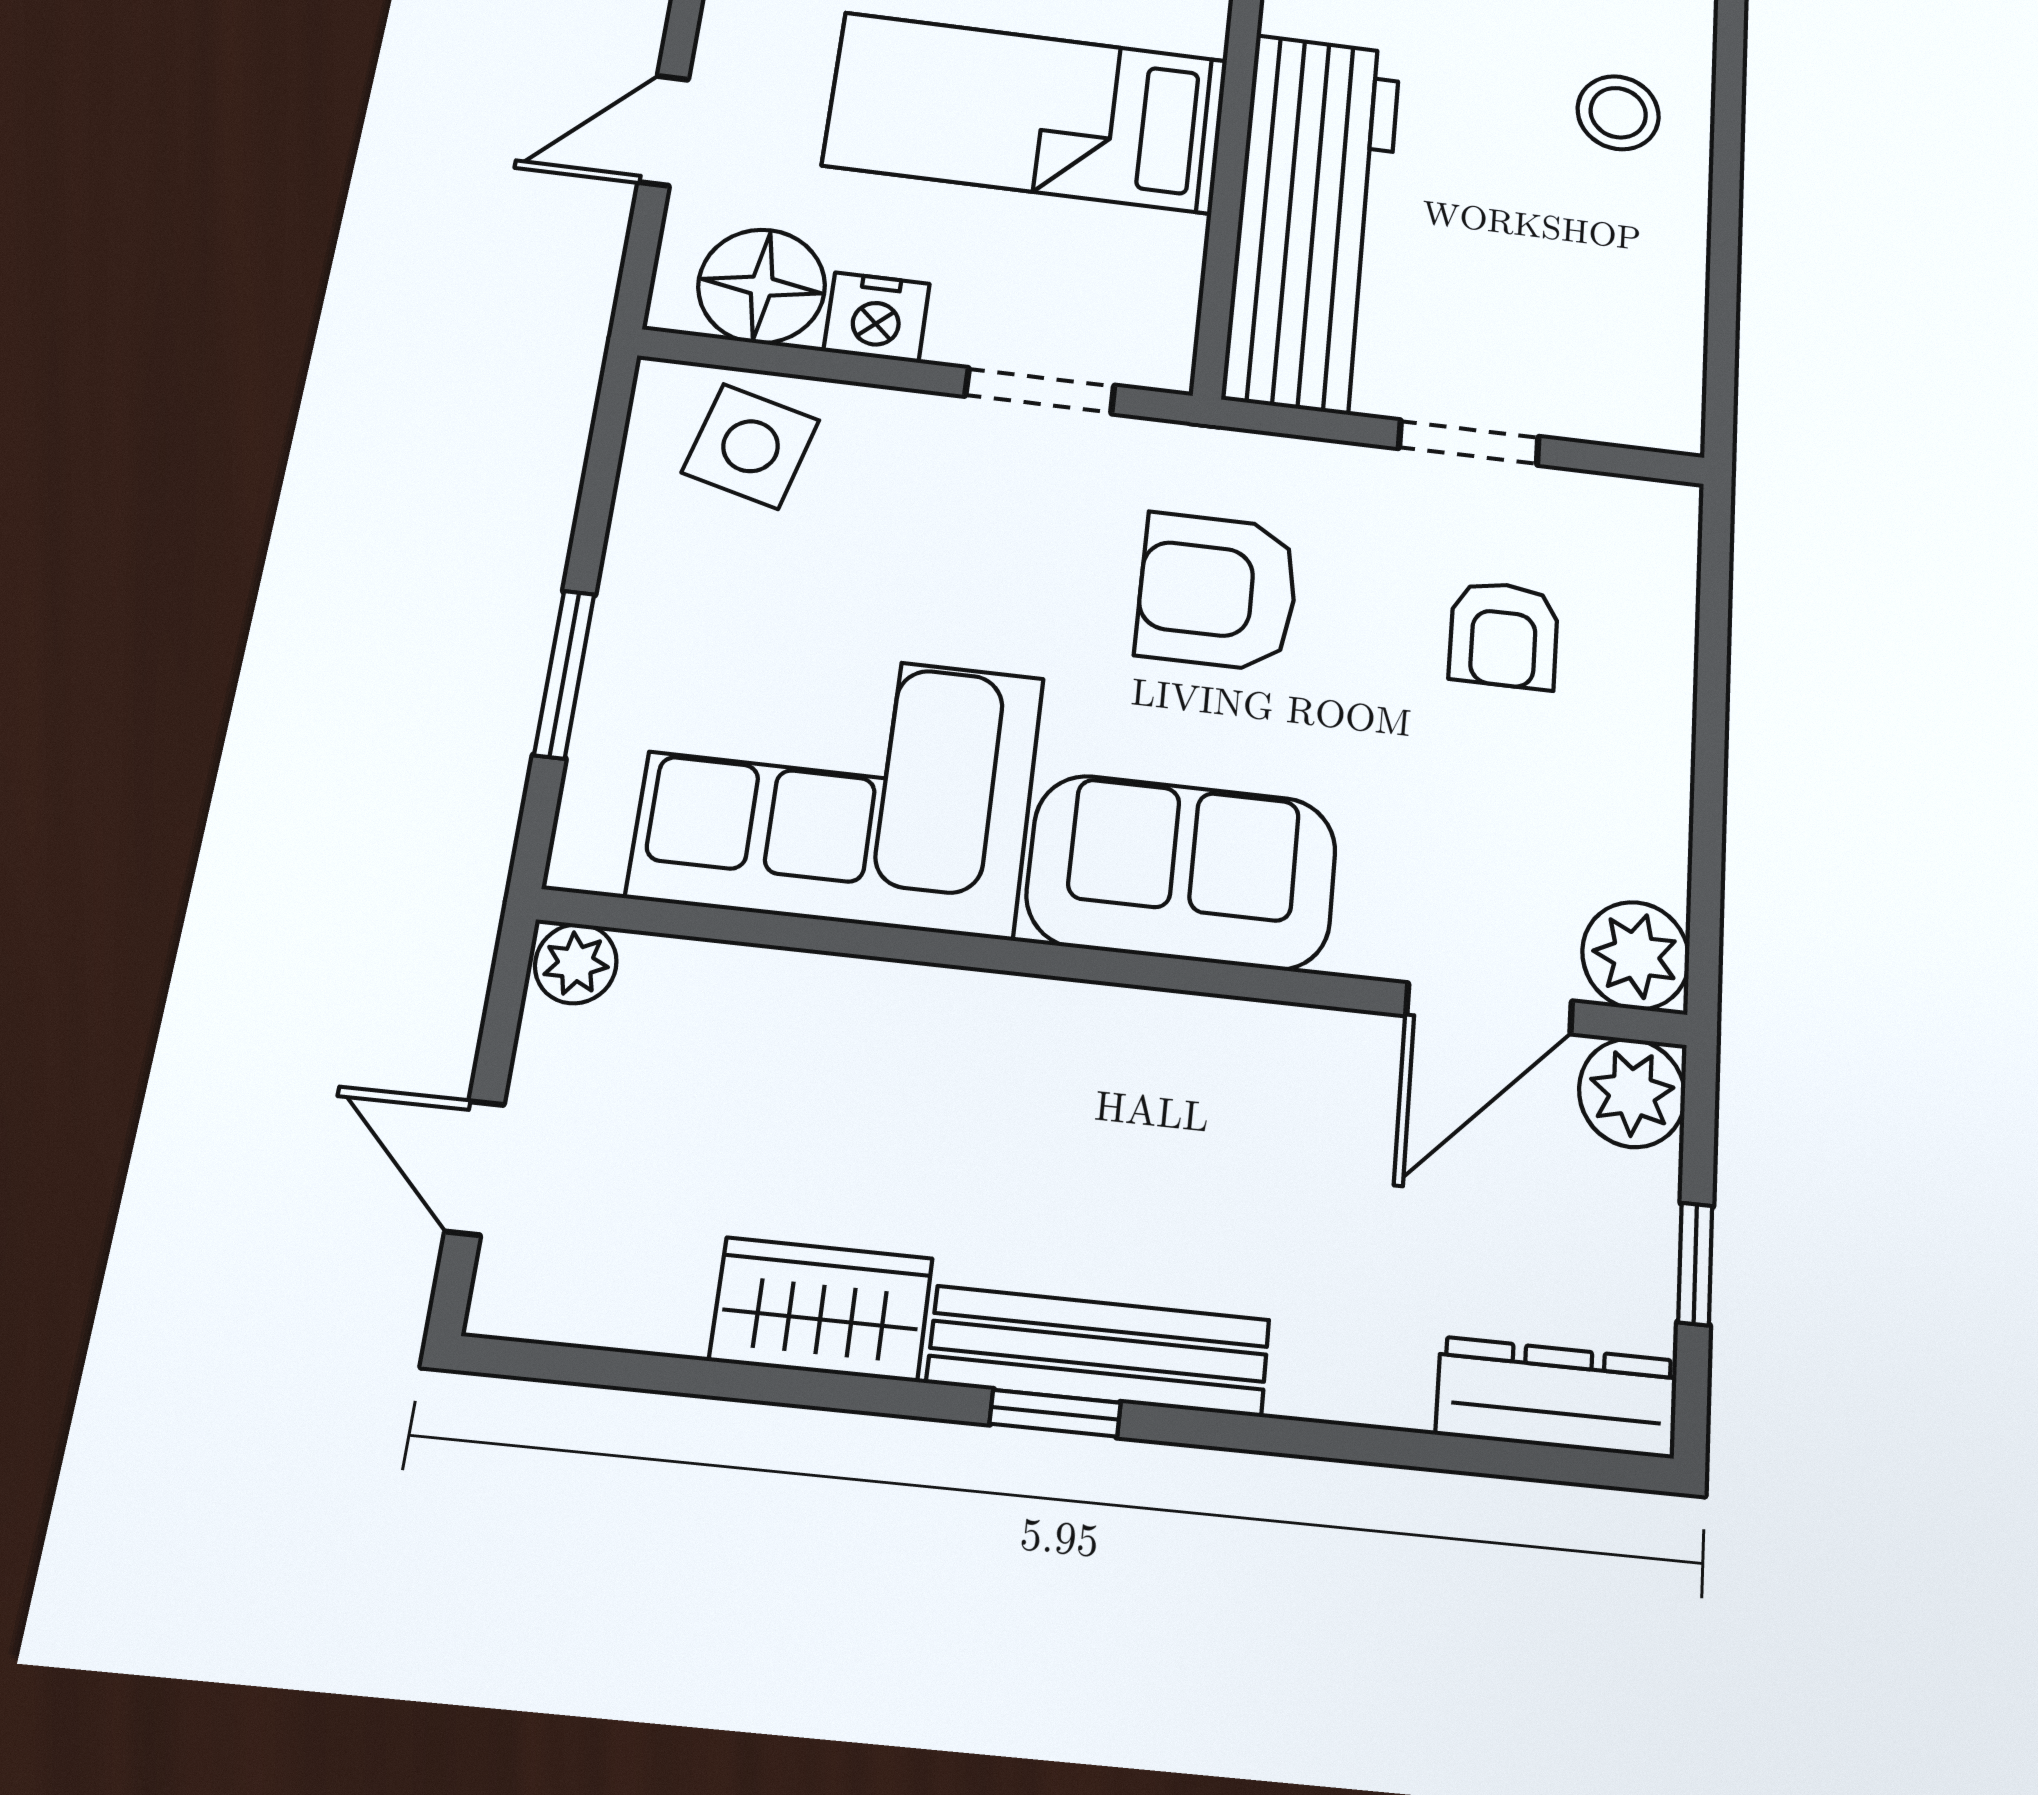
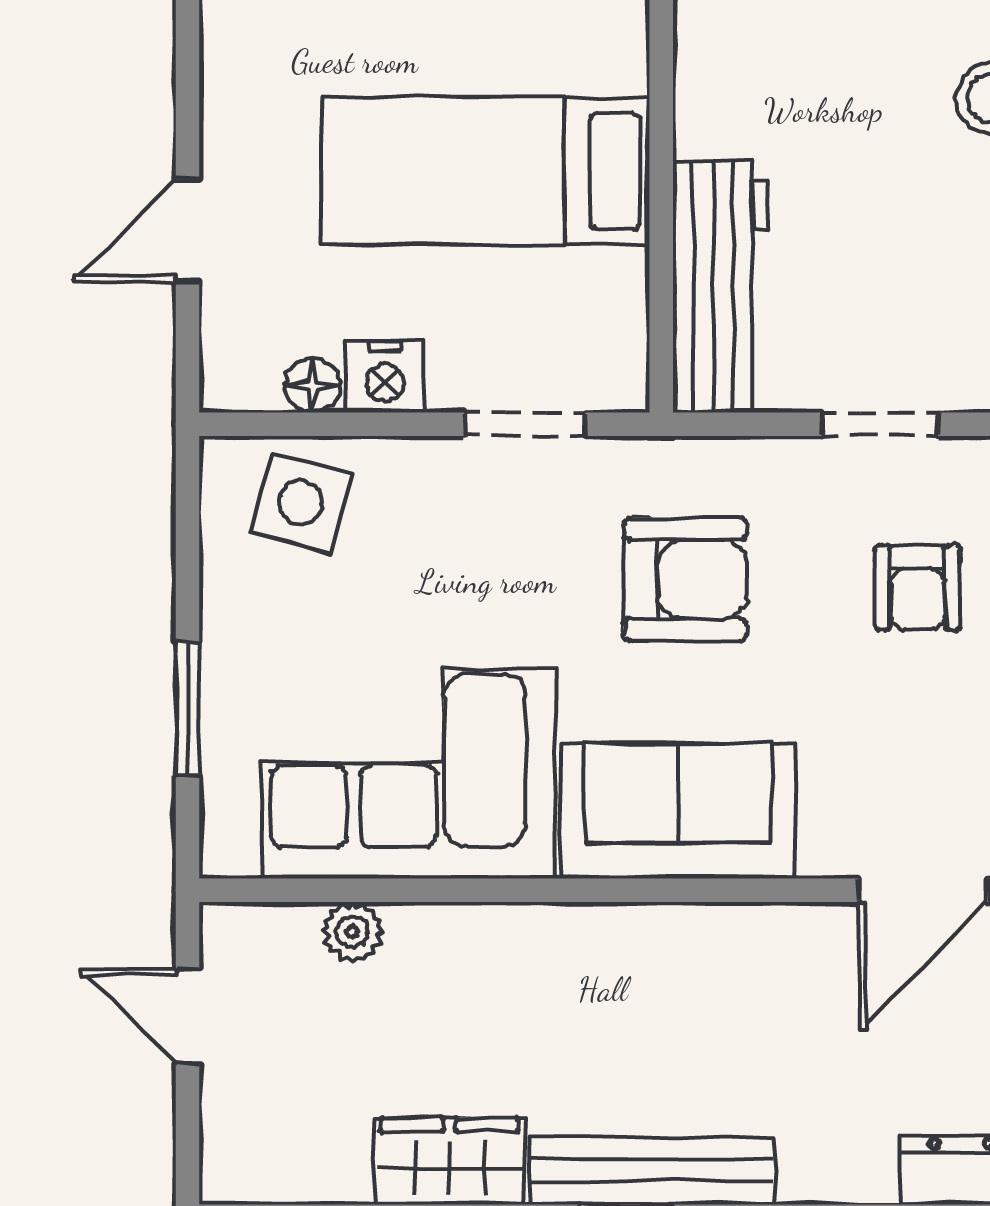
workbench: (1313, 222) -> (720, 286), width x0.73, depth x0.76
floor lamp: (762, 286) -> (313, 385), width x0.53, depth x0.53
armchair: (1218, 592) -> (685, 579), turned 180
plant: (576, 964) -> (352, 932), moved
door: (475, 1168) -> (188, 1016), moved

